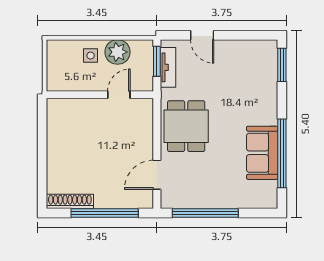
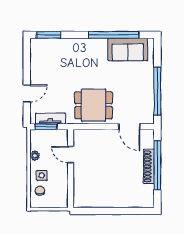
plant: (118, 52) -> (35, 156), width x0.53, depth x0.53
chair: (70, 53) -> (40, 191), added
sofa: (262, 153) -> (128, 49), moved
shoe rack: (70, 201) -> (149, 166), moved

